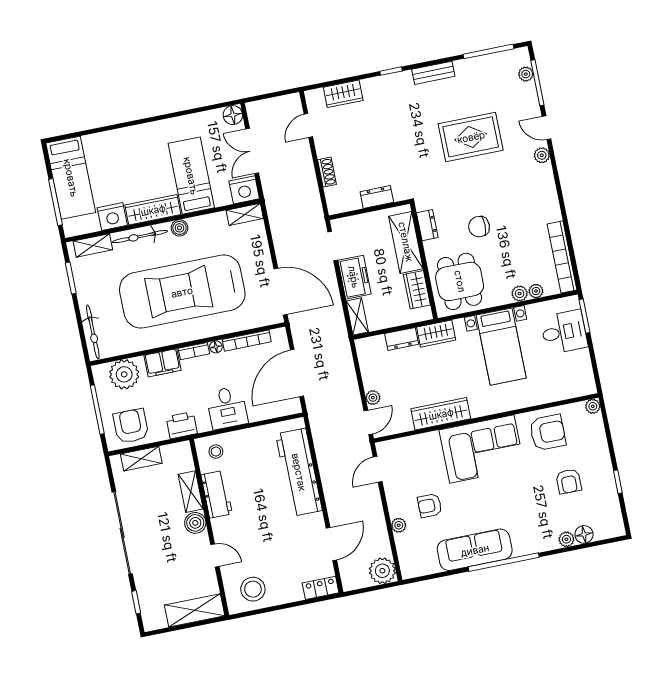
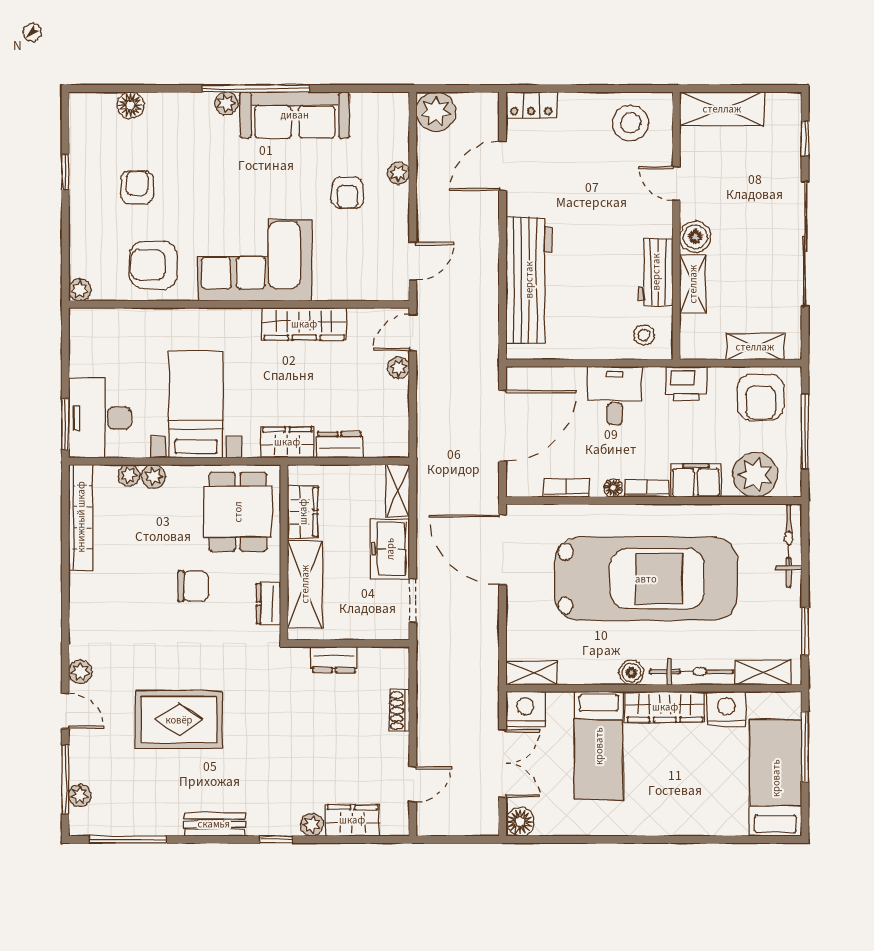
plant: (369, 85) -> (312, 825), added
desk: (564, 332) -> (100, 418), width x1.37
bookcase: (247, 341) -> (566, 488), width x0.64
armchair: (430, 506) -> (348, 193), turned 90
plant: (566, 539) -> (226, 103), moved

